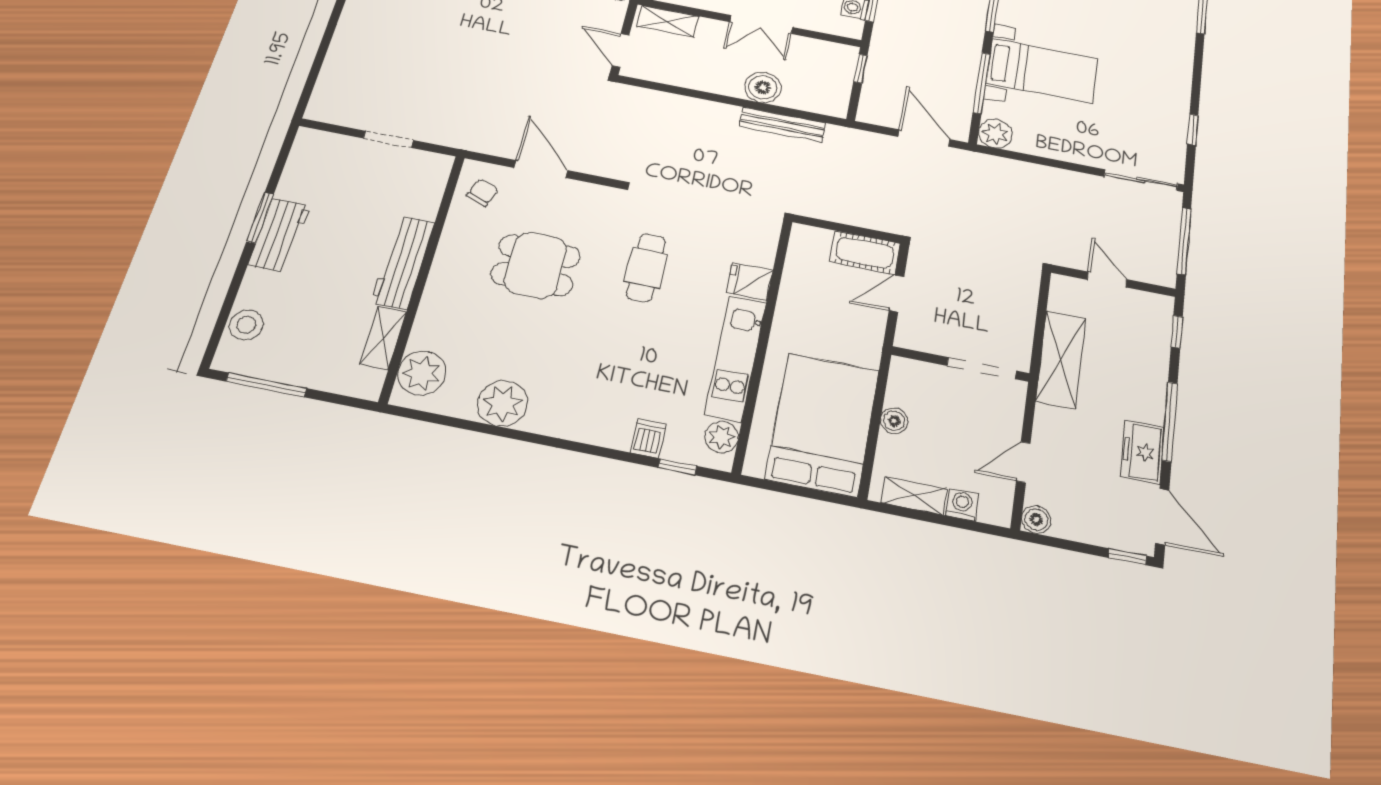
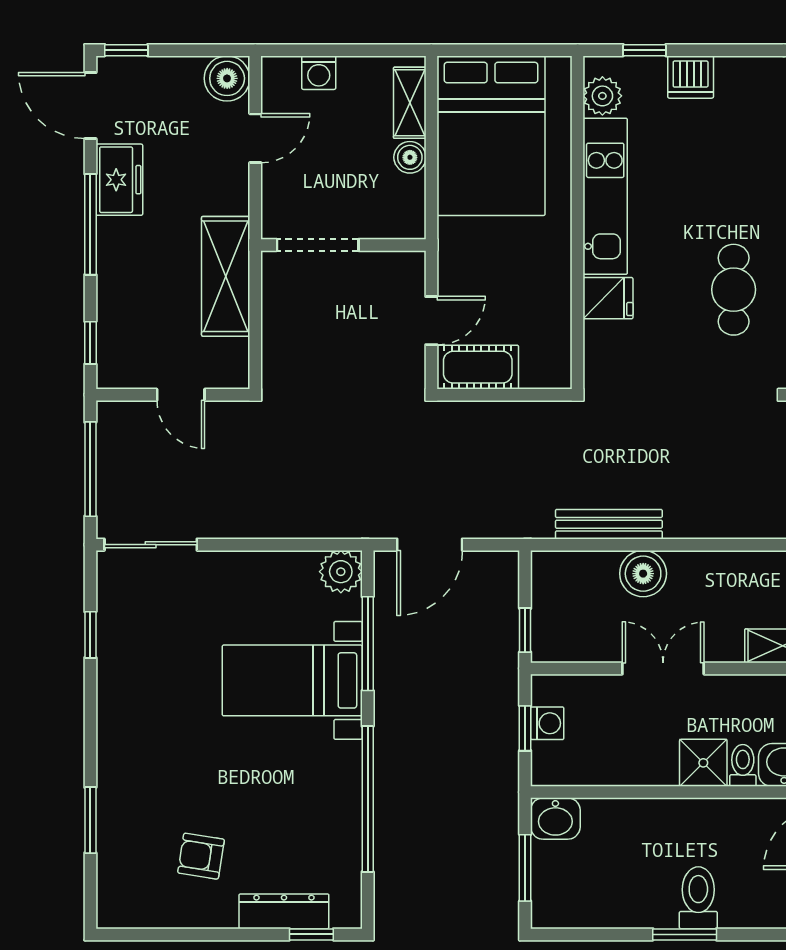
door: (924, 138) -> (430, 545), hinge flipped
dishwasher: (648, 438) -> (691, 77), width x1.38
shelving: (914, 496) -> (410, 103), moved, turned 90
boiler: (1036, 520) -> (227, 78), width x1.36, depth x1.36

